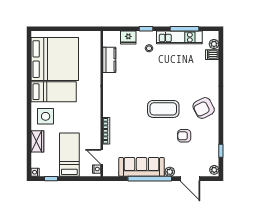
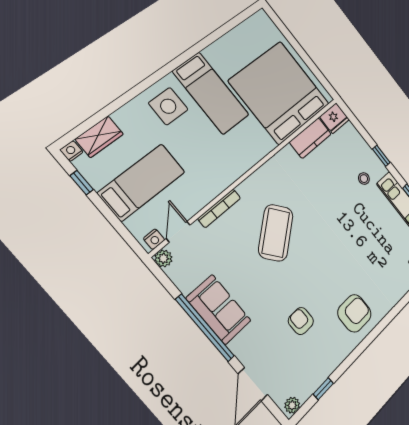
fridge: (128, 38) -> (334, 118), moved, turned -90
bed: (55, 59) -> (280, 93), moved, turned 180
armchair: (204, 108) -> (354, 313), turned 117
coffee table: (163, 109) -> (276, 233), moved, turned 51
wardrobe: (37, 141) -> (99, 137), moved
sofa: (142, 167) -> (219, 309), width x0.73
plant: (170, 172) -> (163, 258), moved

